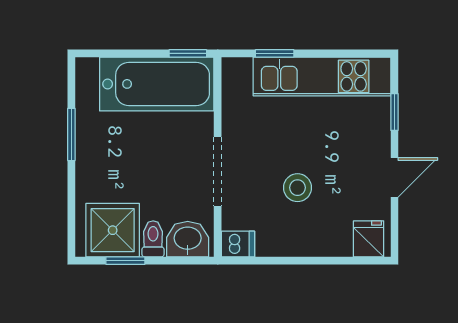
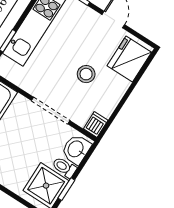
fridge: (369, 239) -> (129, 59), width x1.88, depth x1.34

